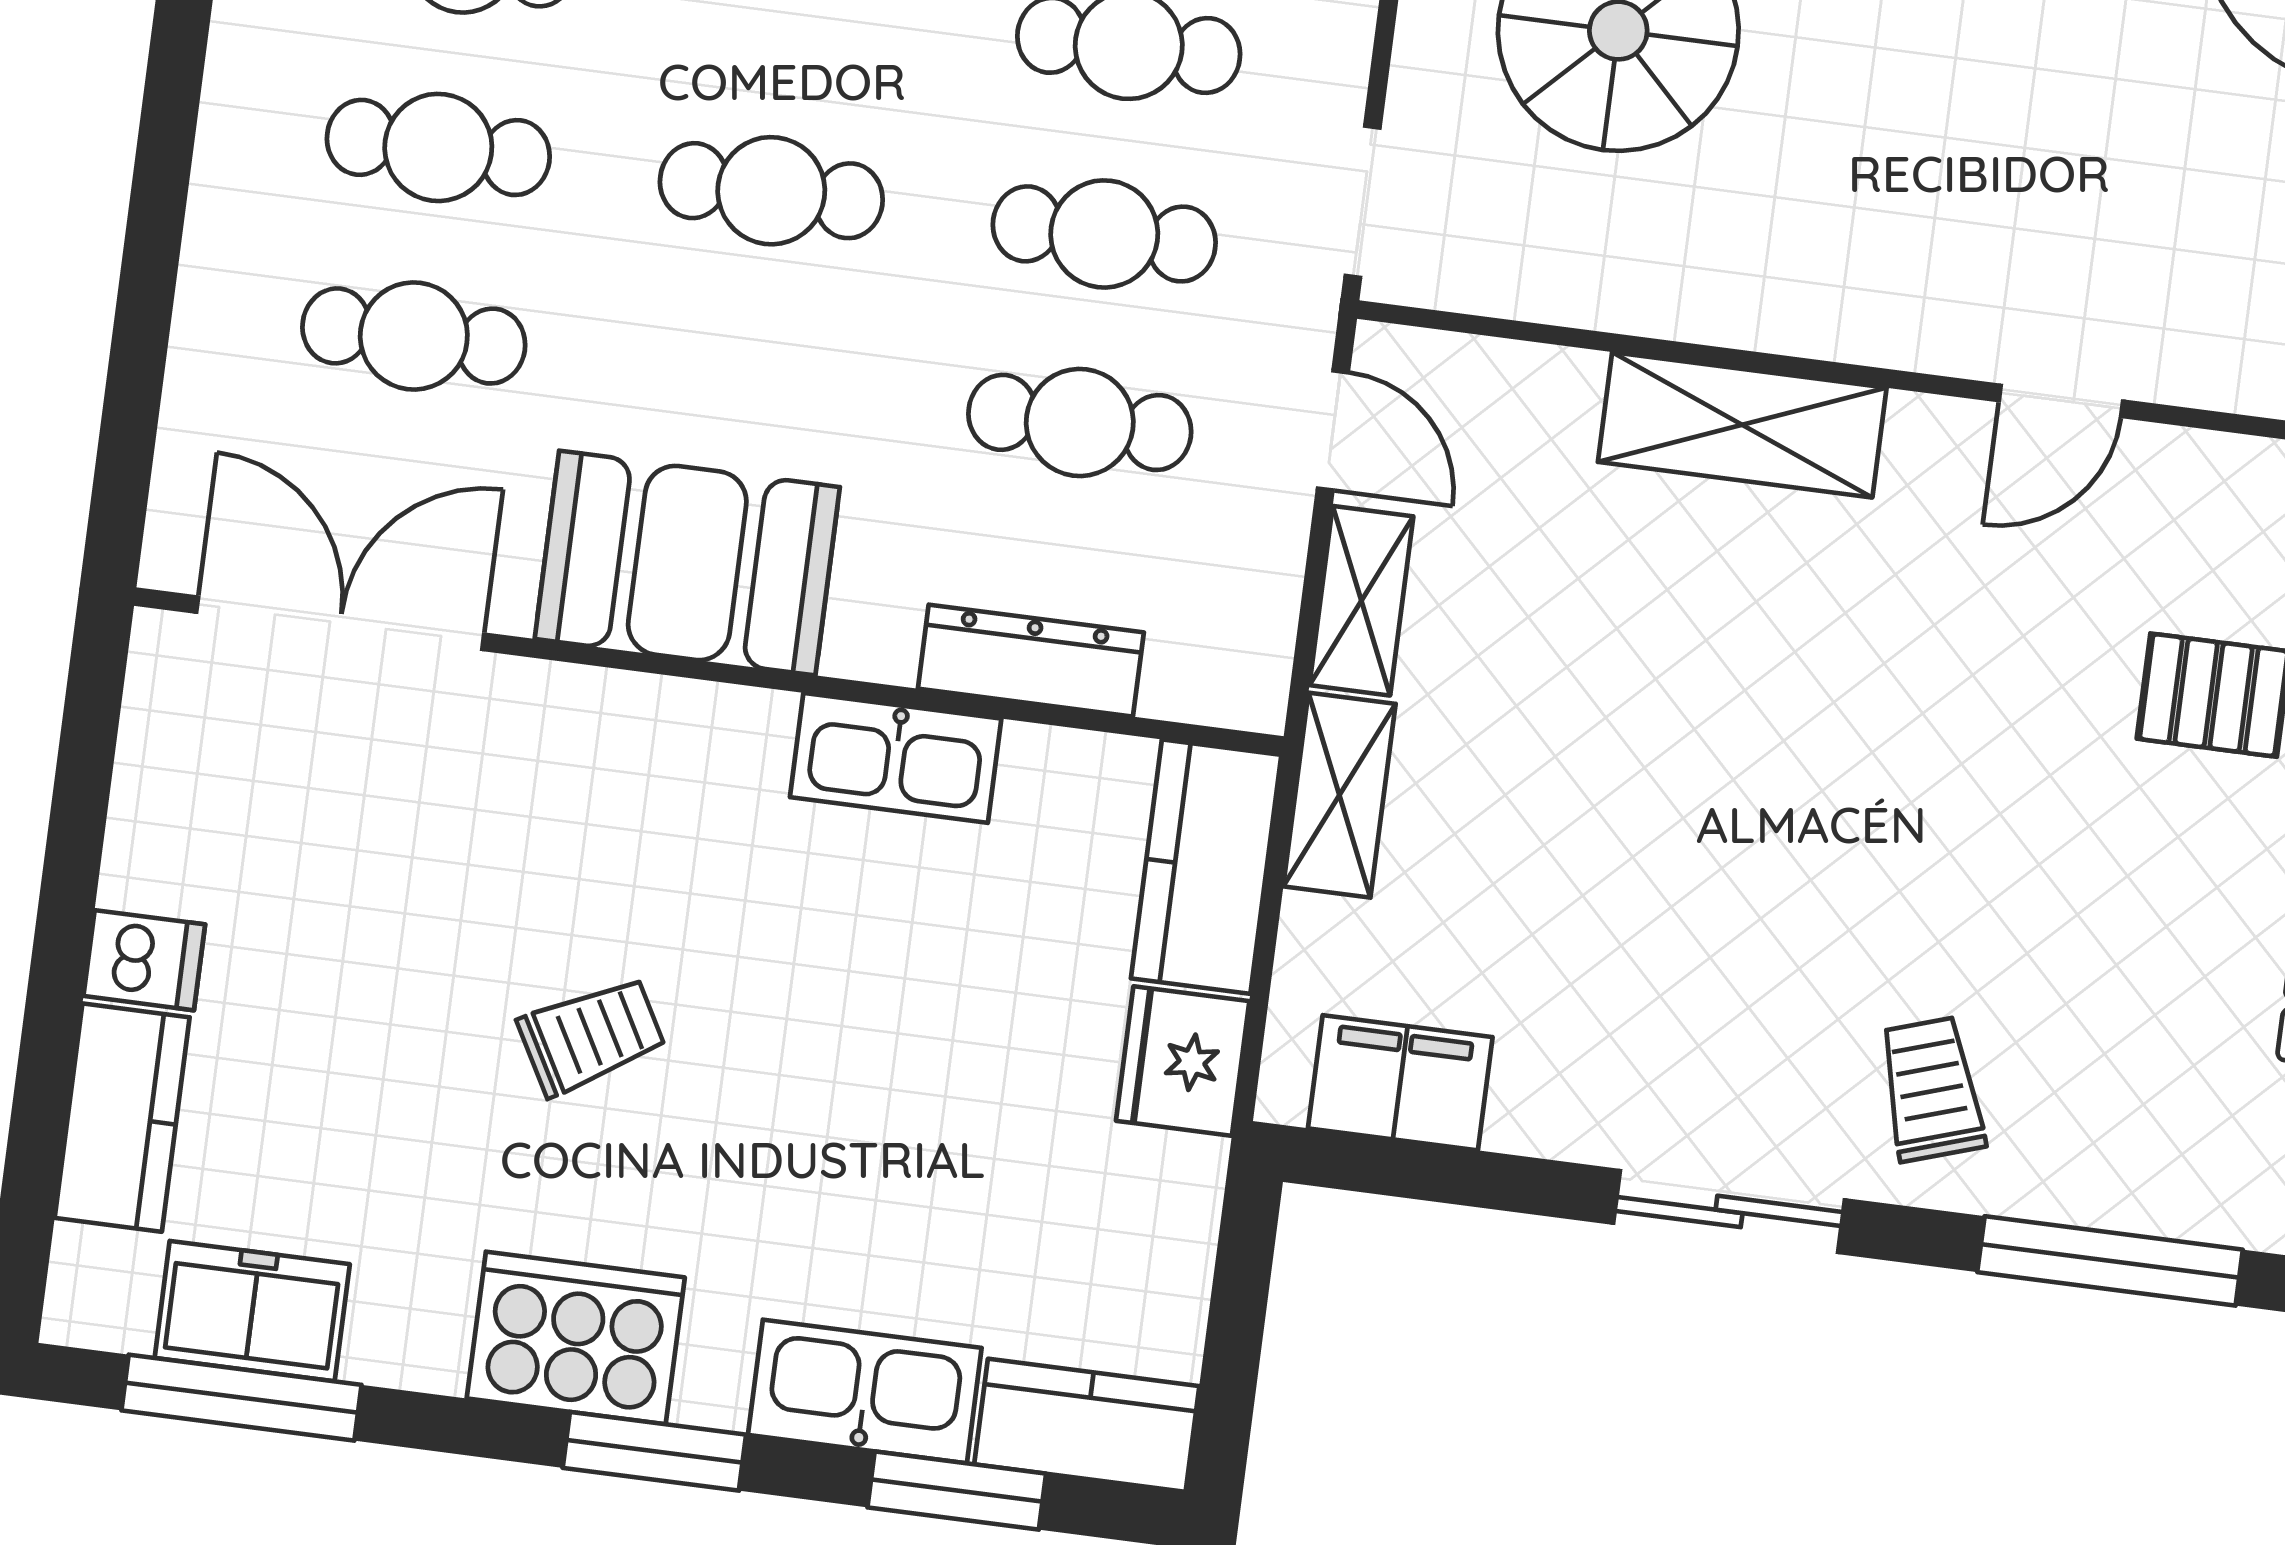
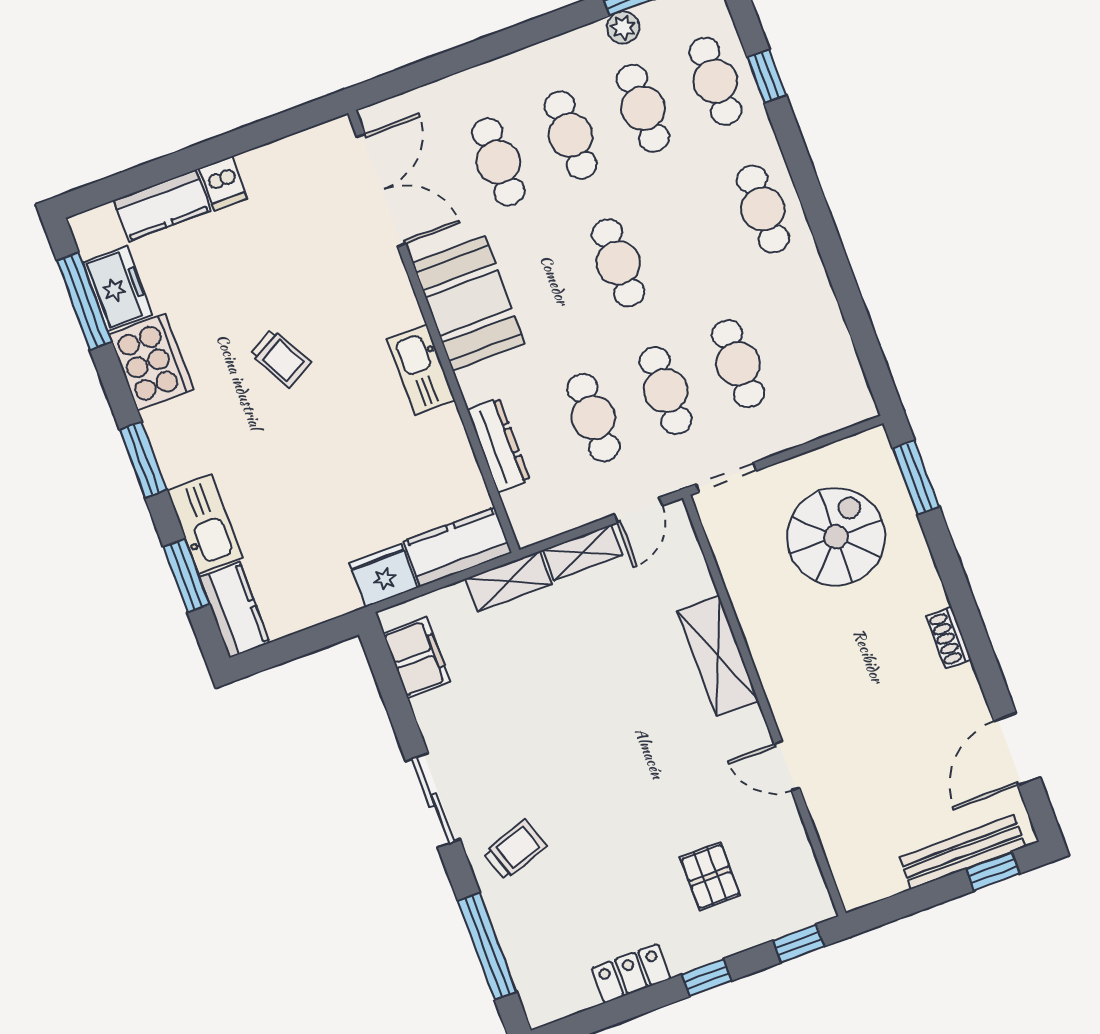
kitchen sink: (896, 758) -> (421, 370), moved
cooker: (576, 1338) -> (151, 362), moved

